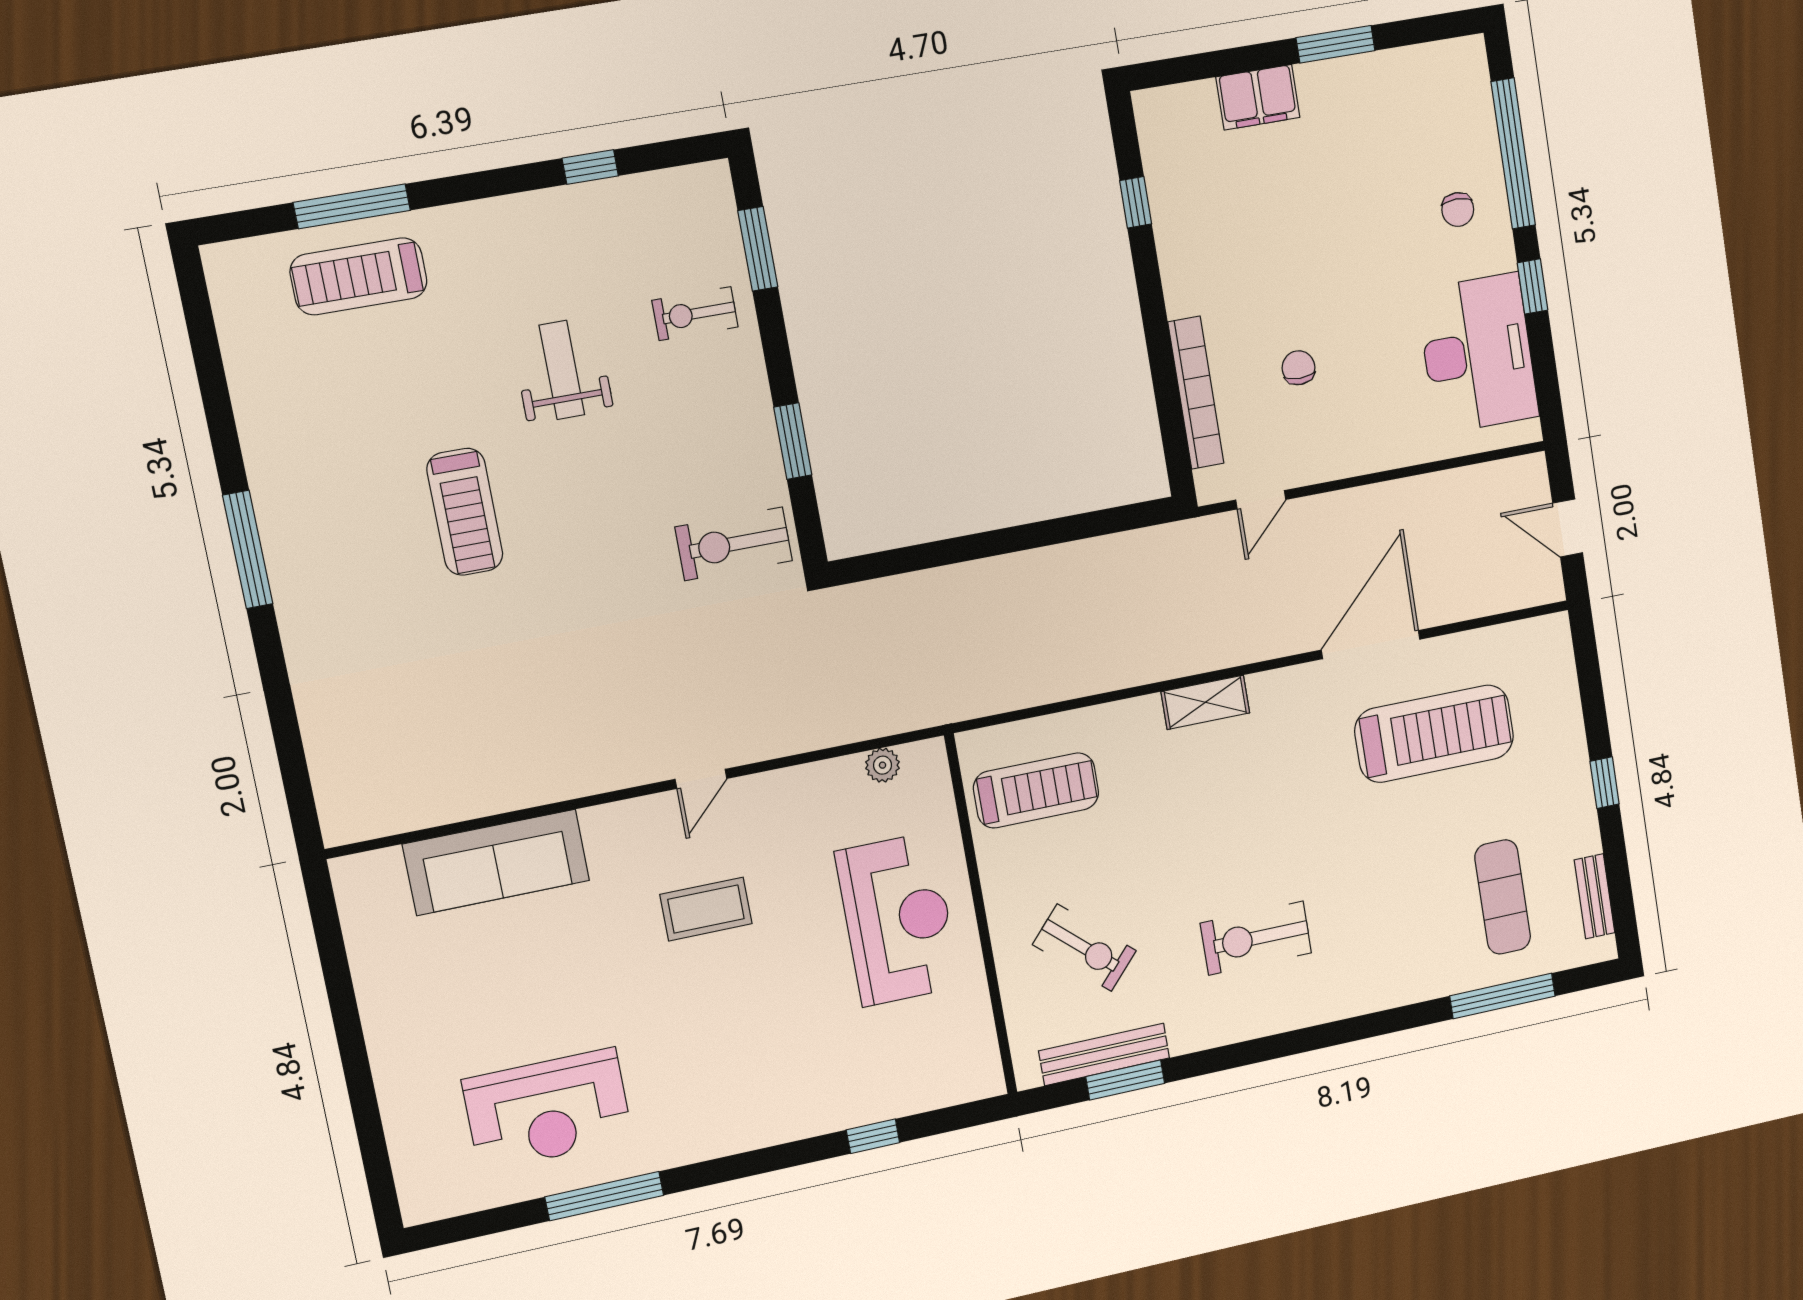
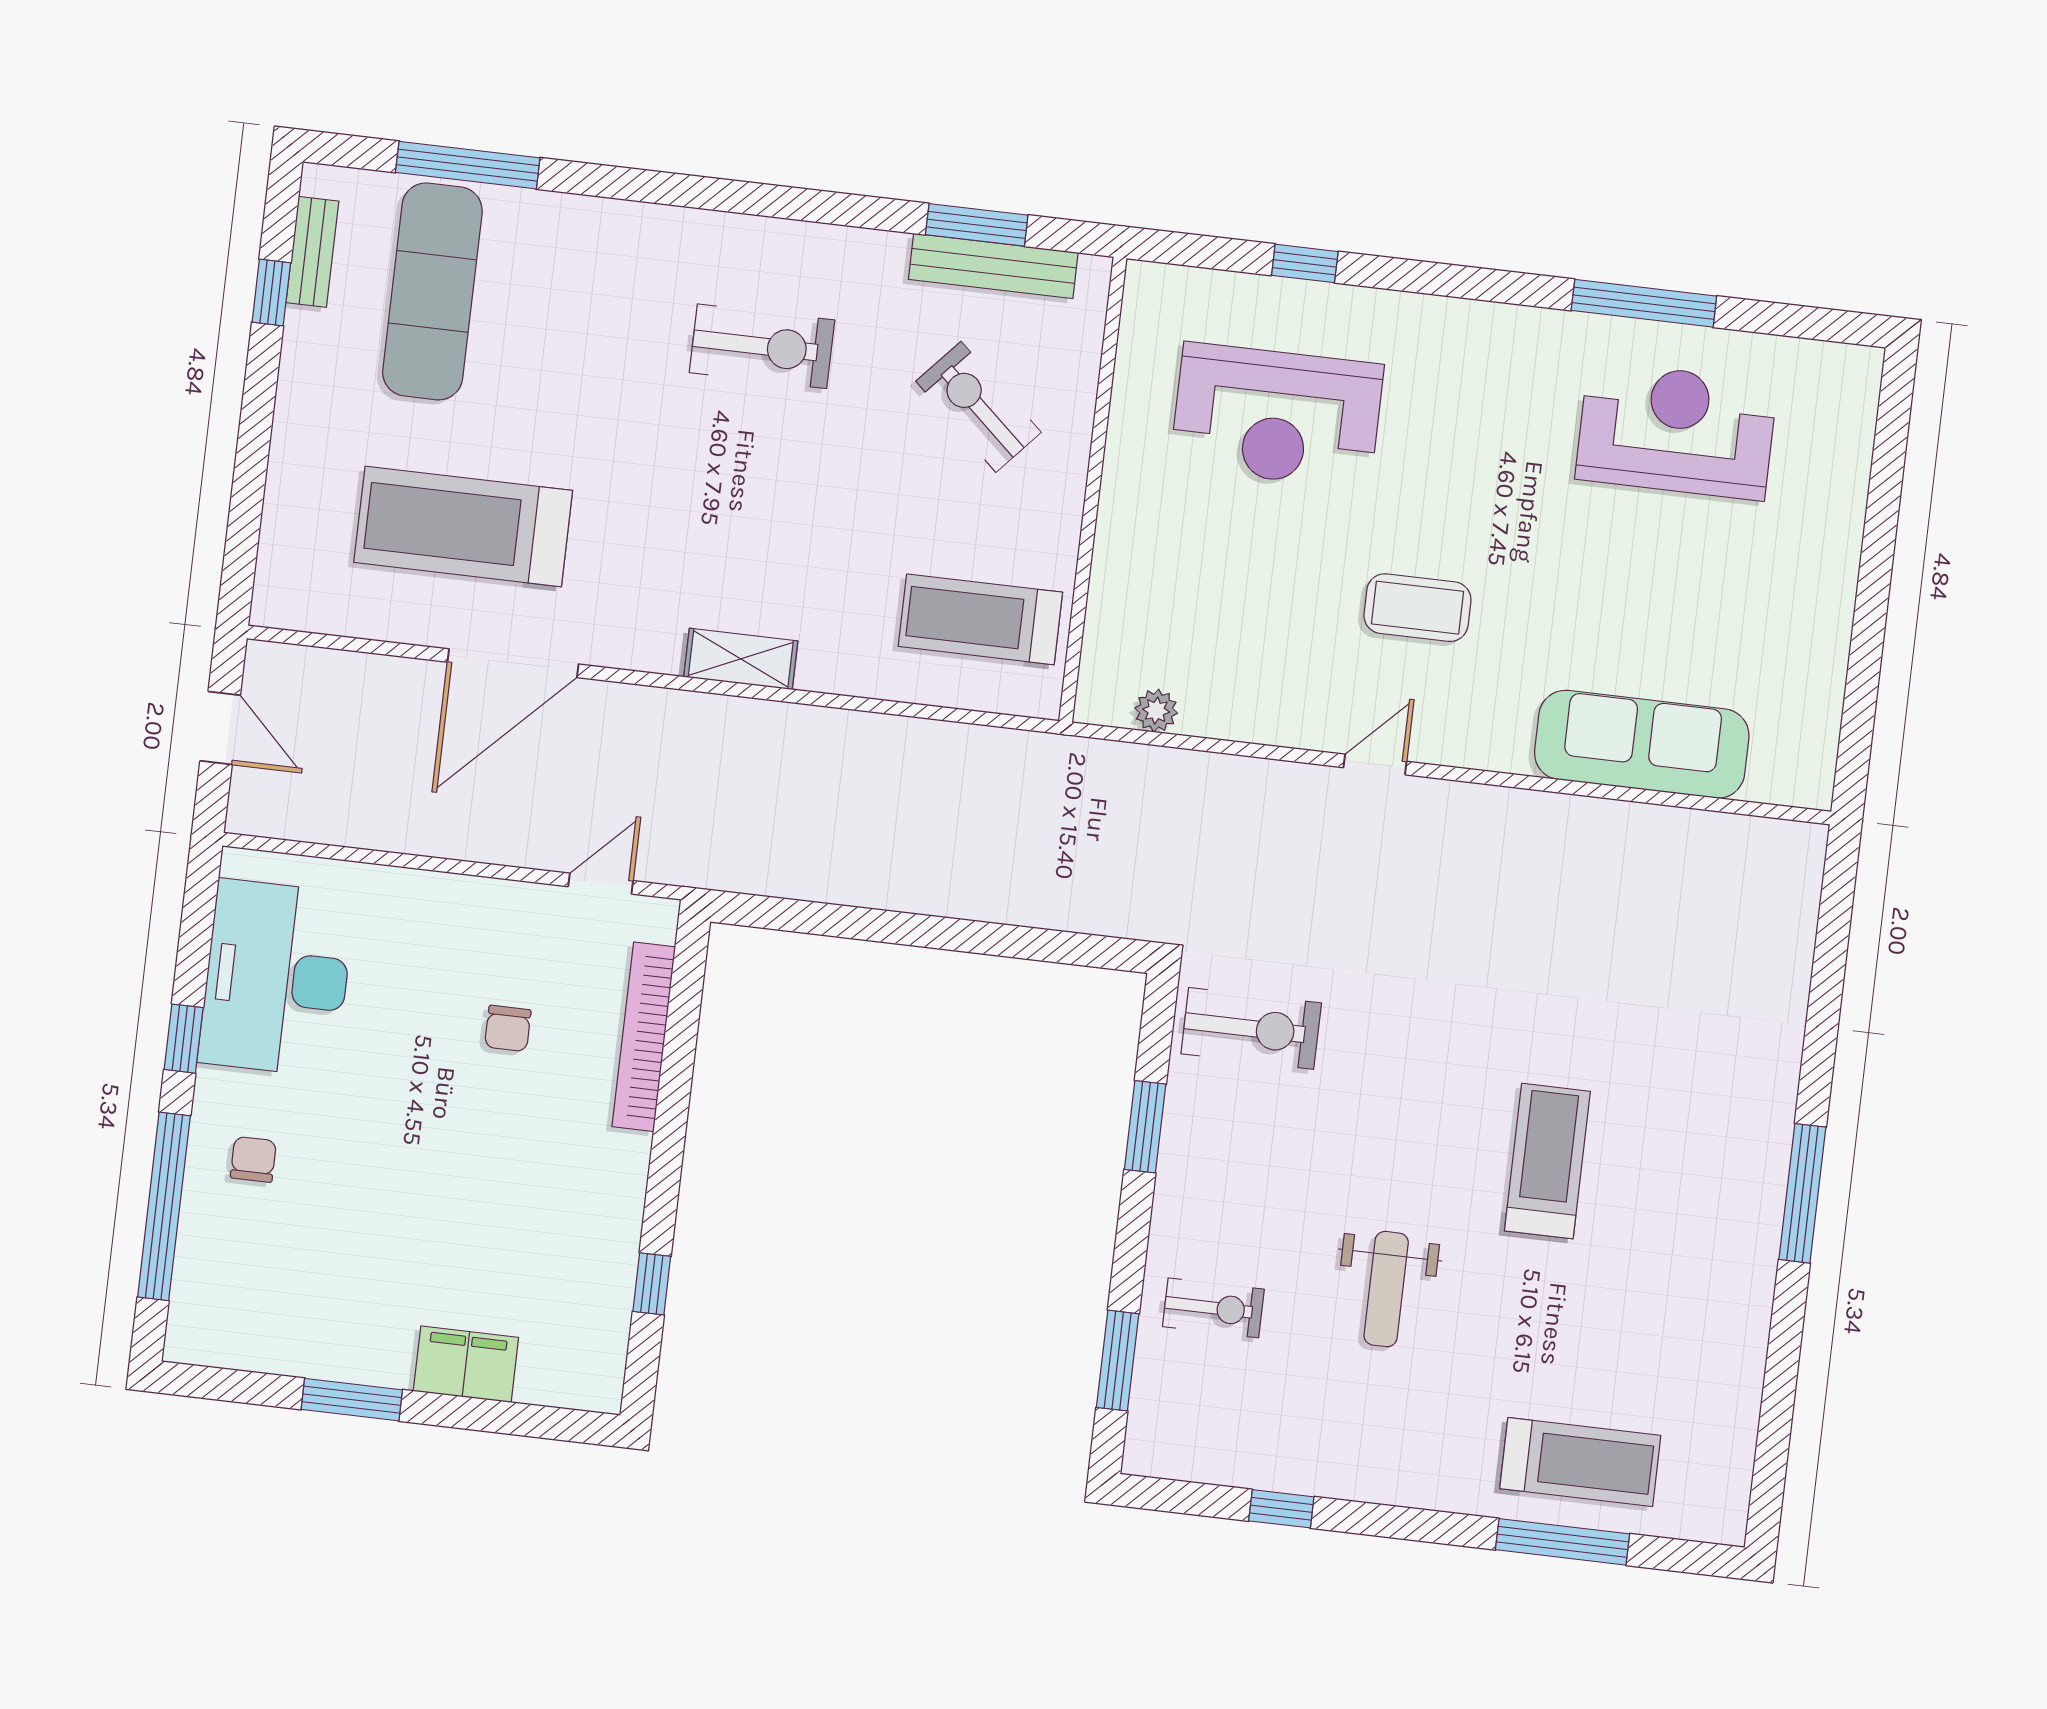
window: (1605, 783) -> (271, 292), moved
exercise mat: (1503, 897) -> (432, 291), width x1.36, depth x1.45
reception desk: (898, 919) -> (1277, 416), moved, turned -90

